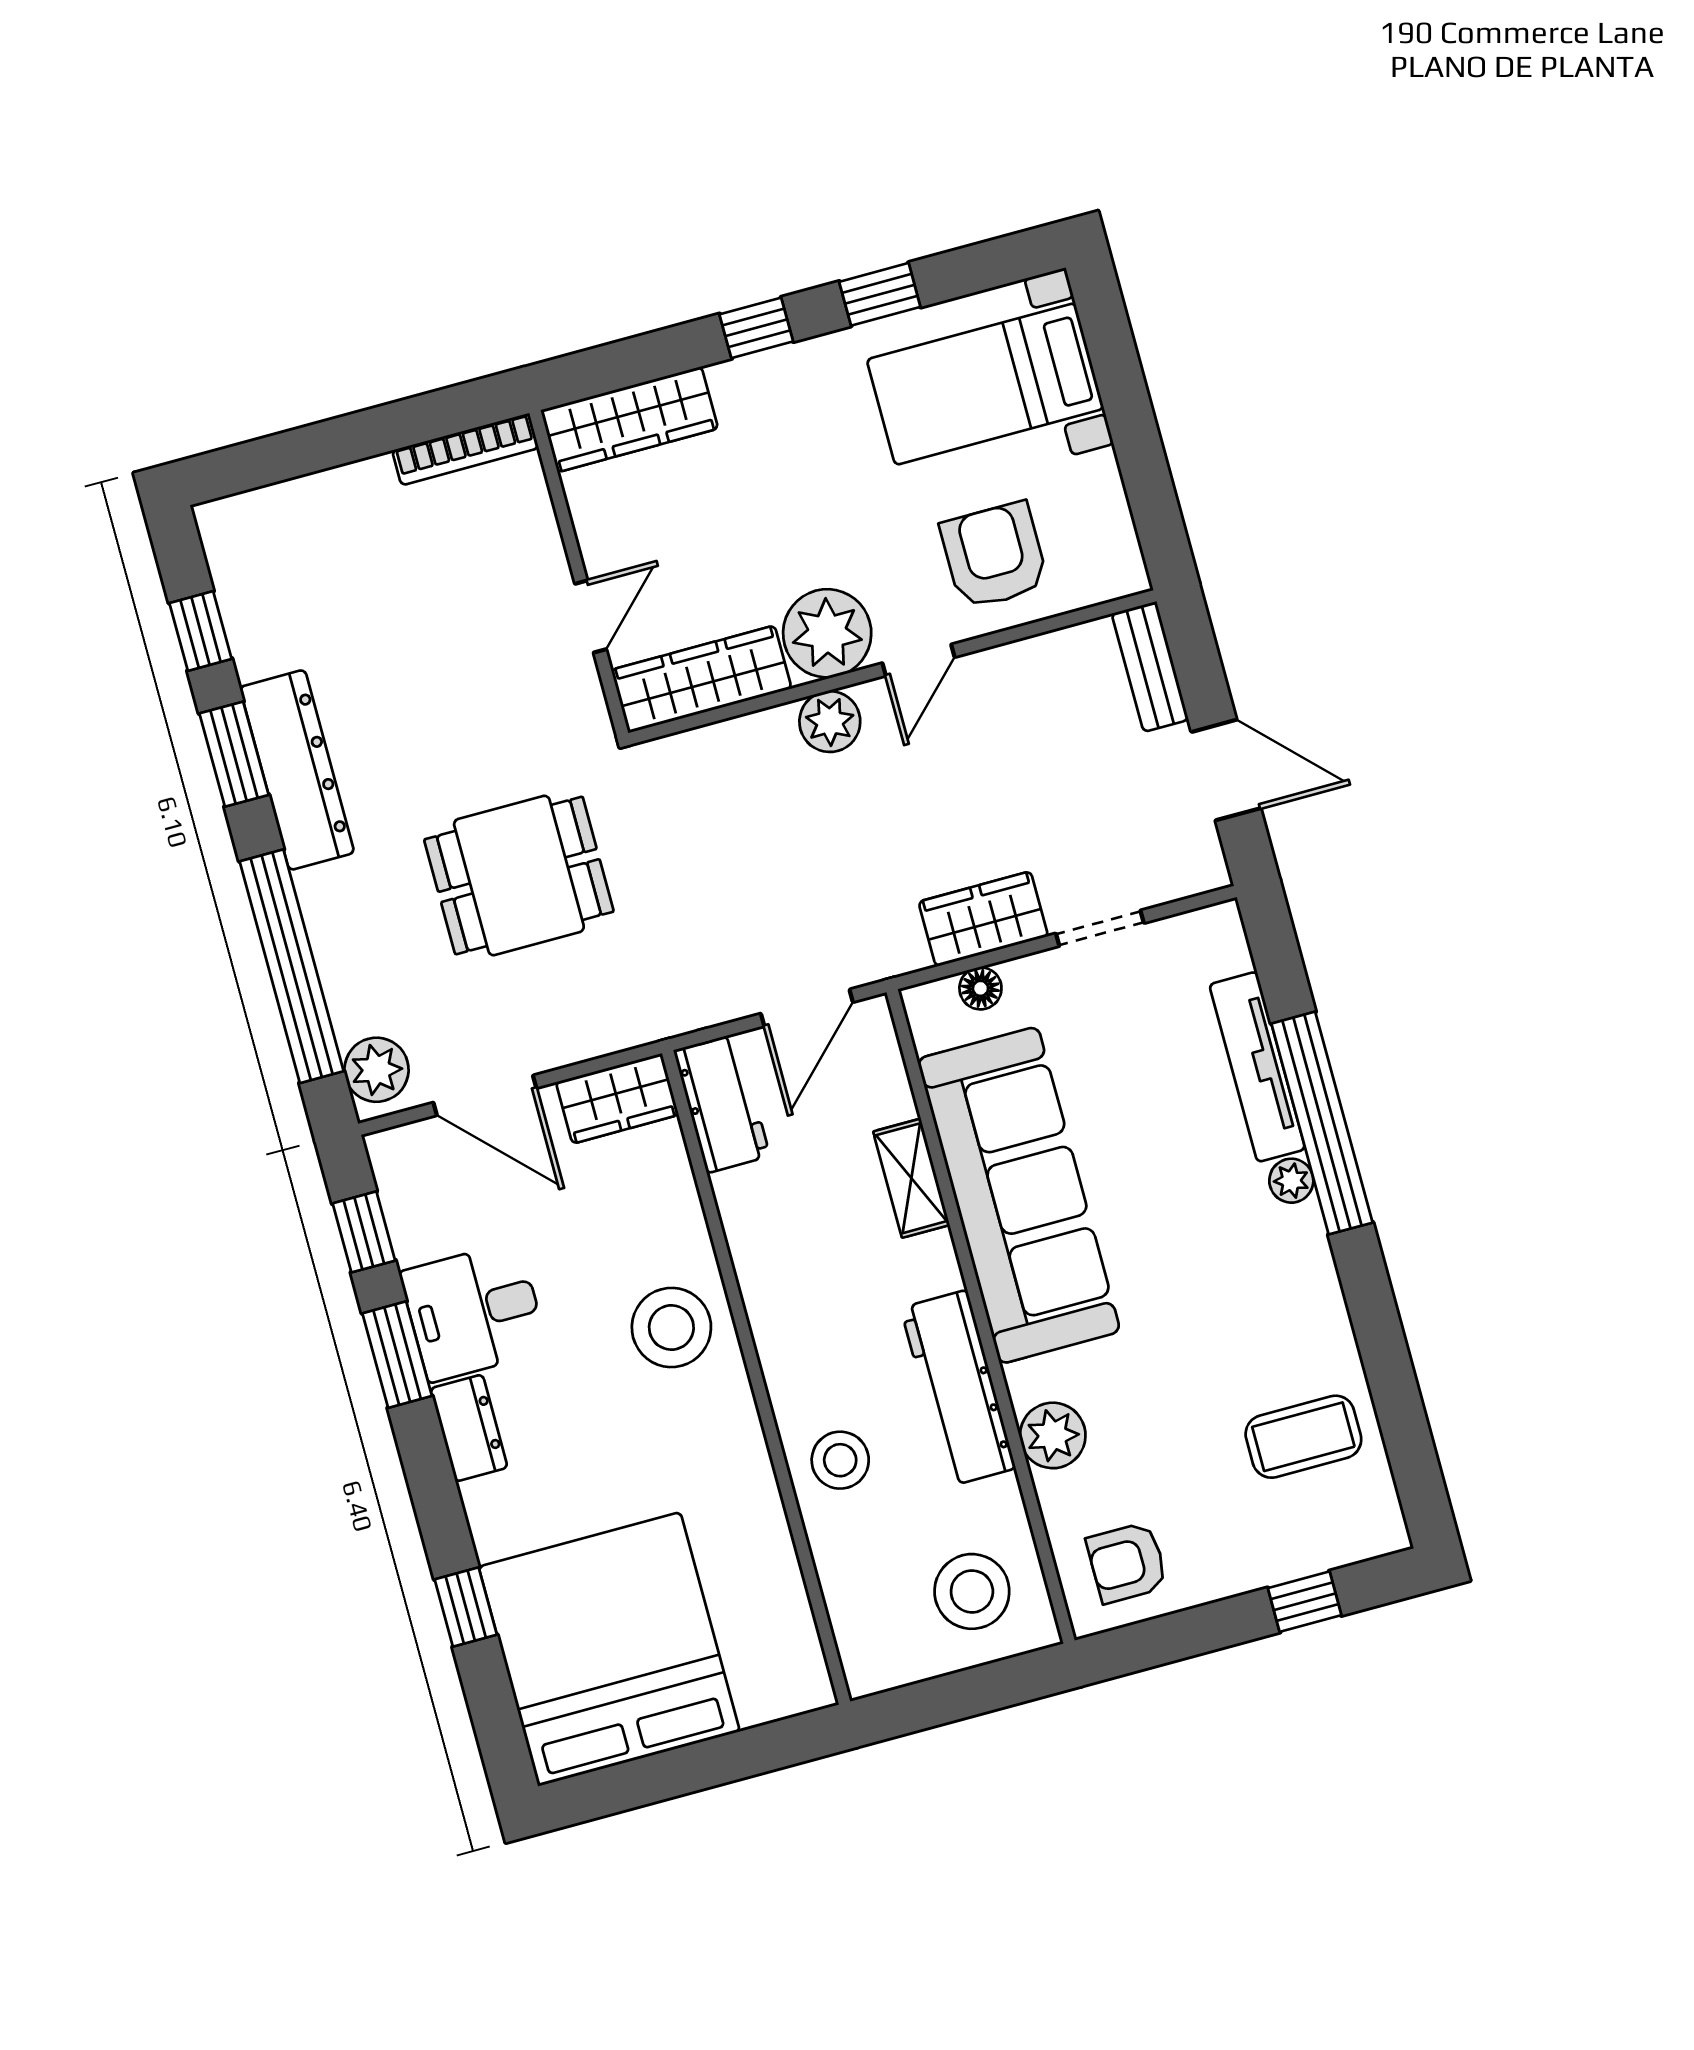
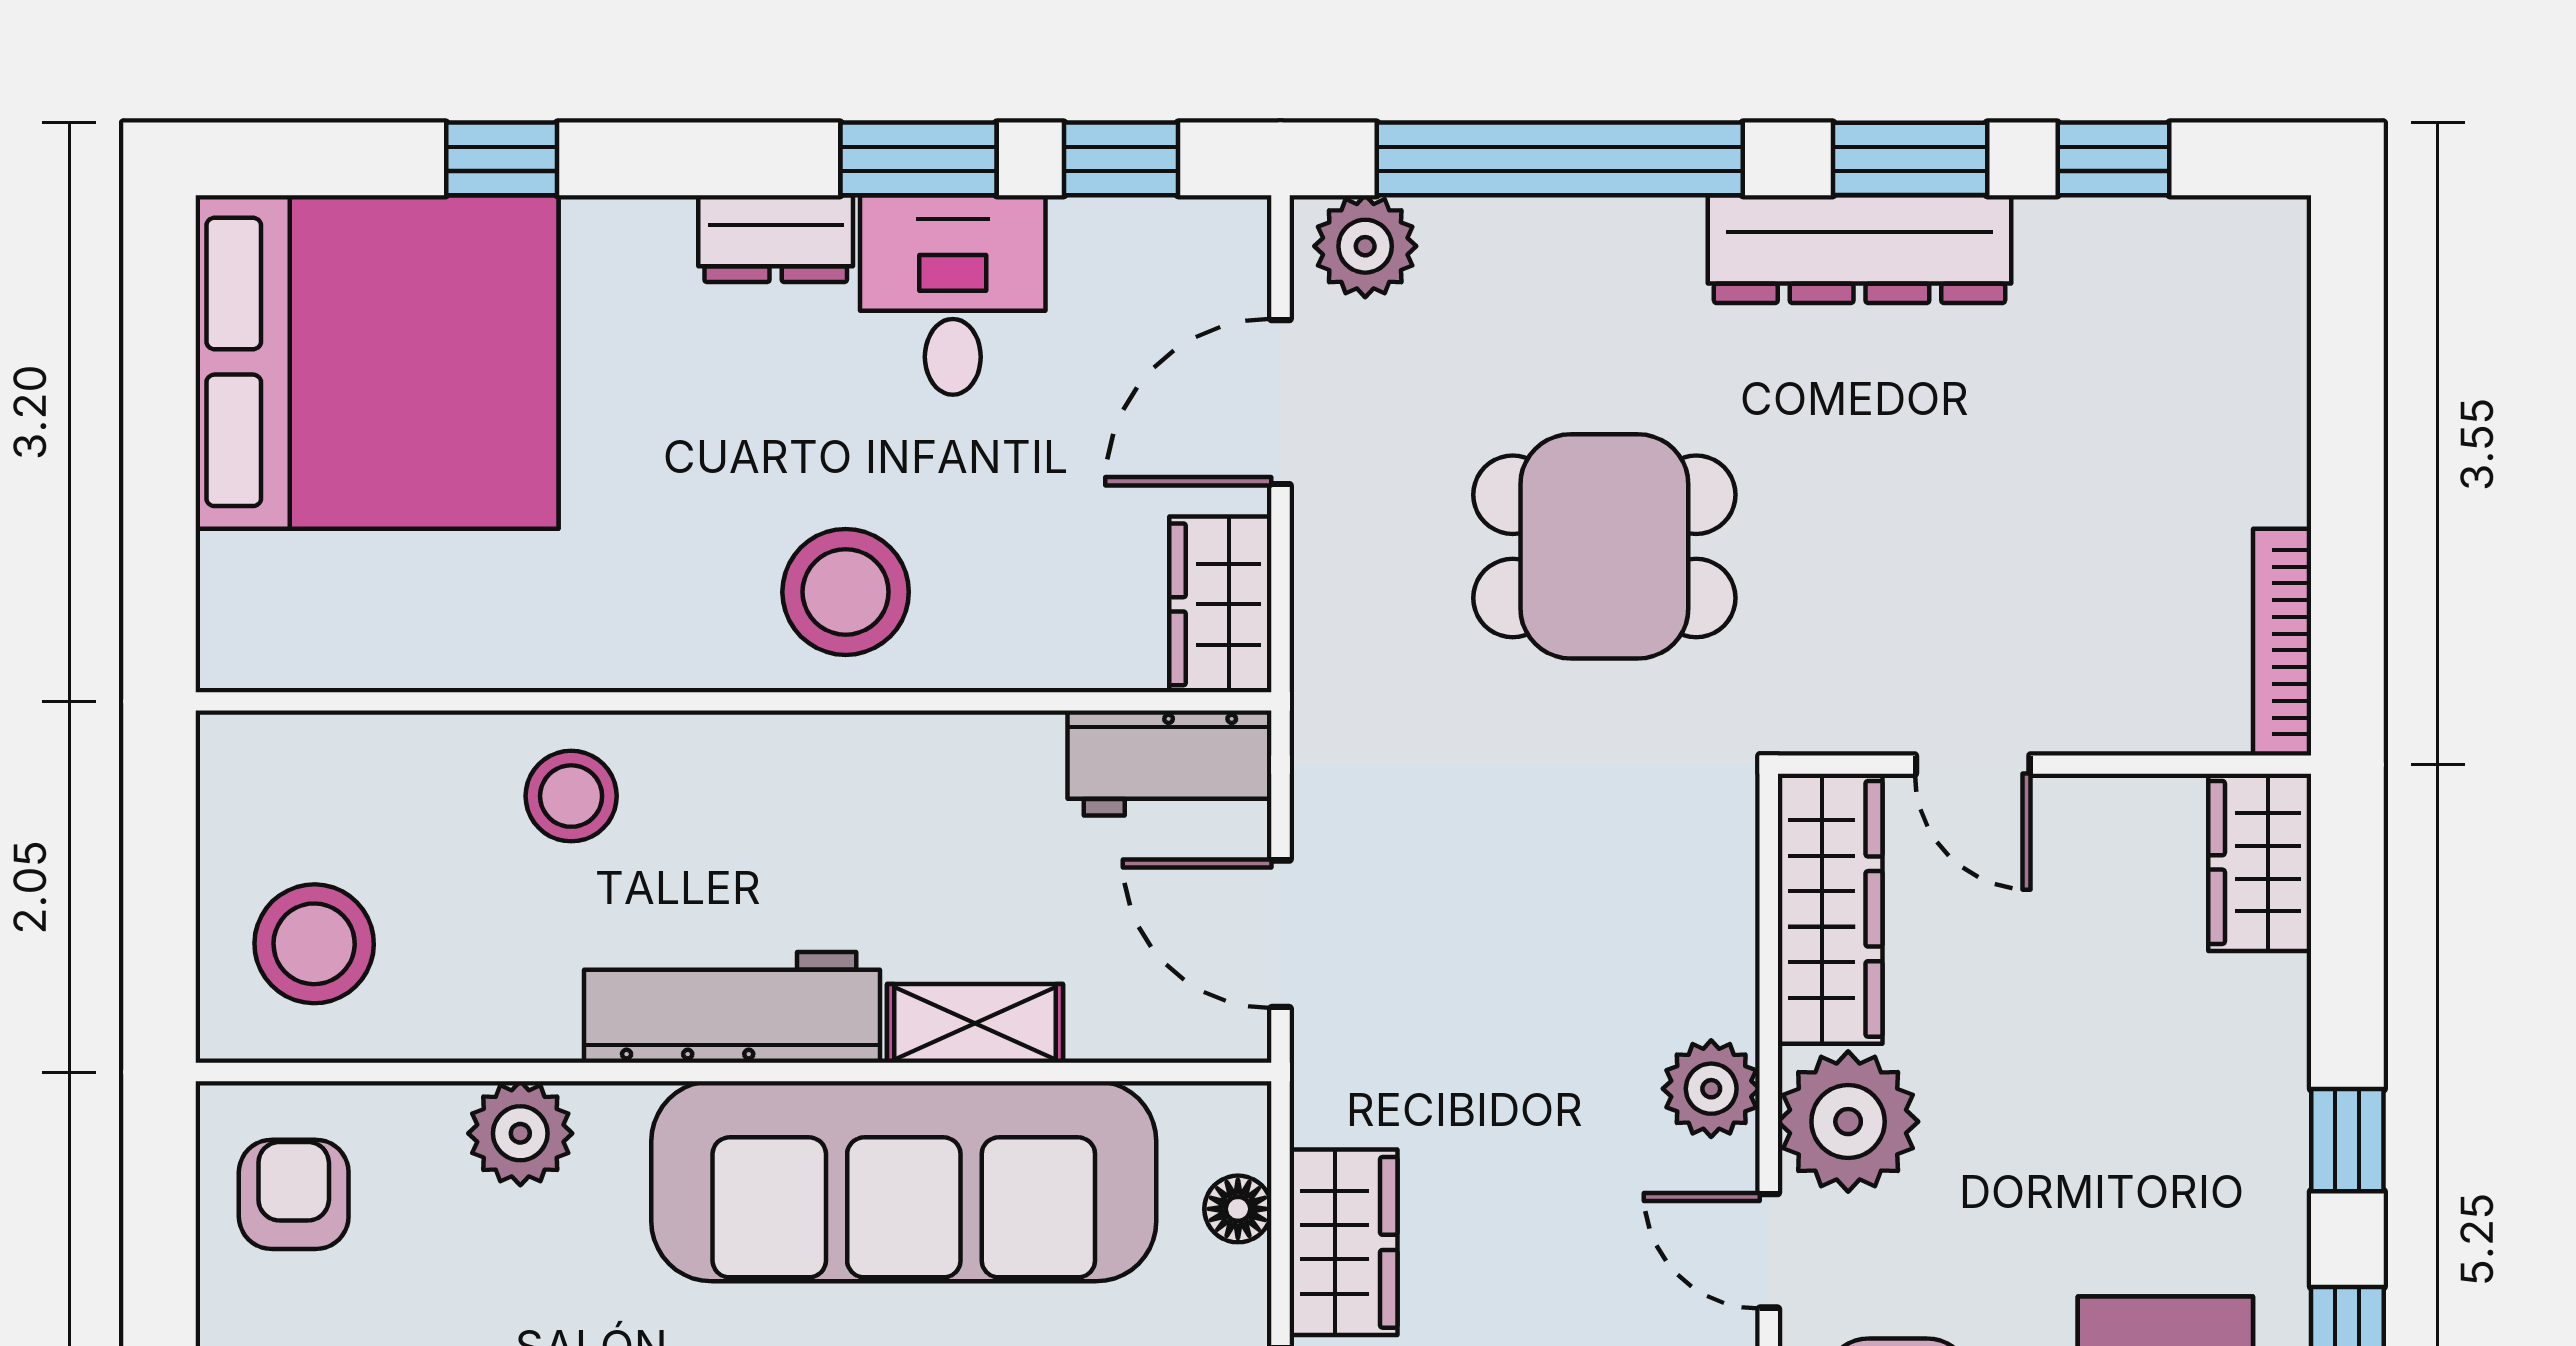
wardrobe: (629, 419) -> (2260, 862), width x0.67
dining table: (519, 875) -> (1604, 546), turned 90
workbench: (958, 1388) -> (732, 1007), moved

